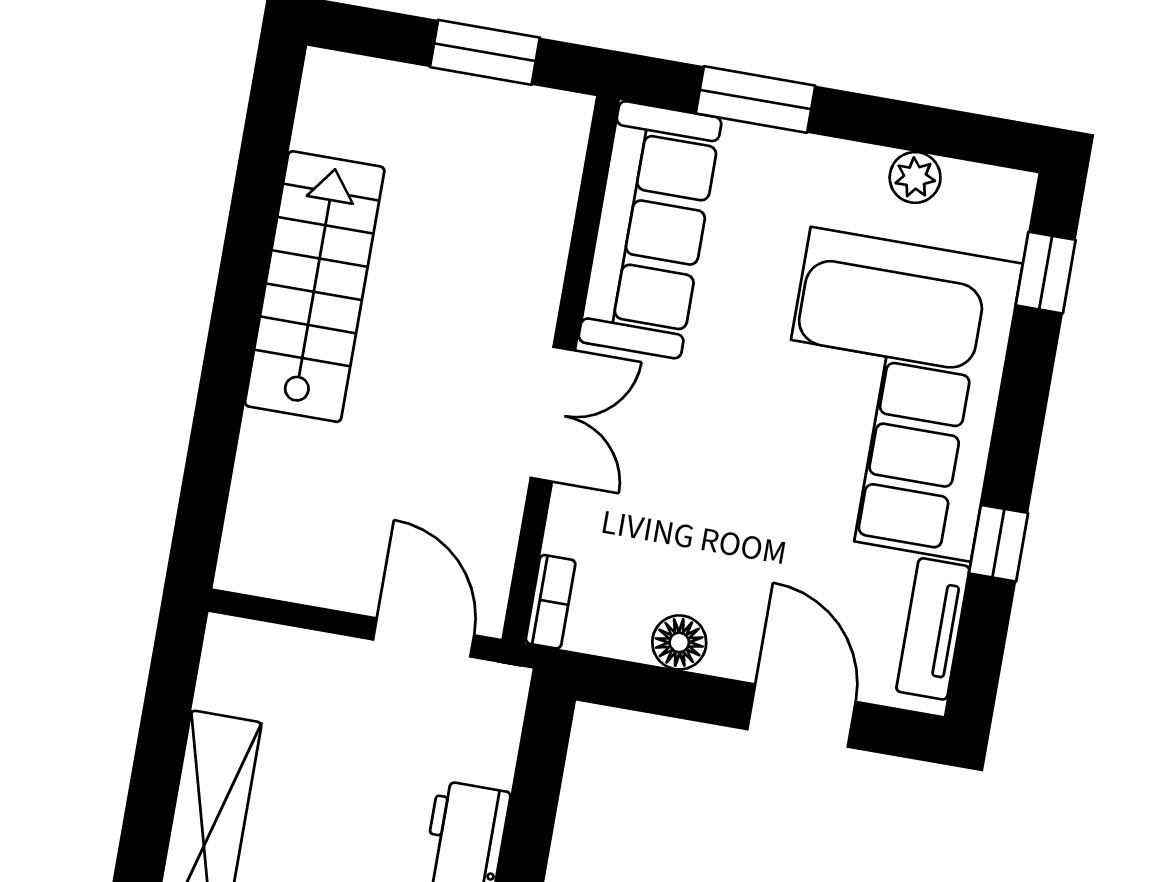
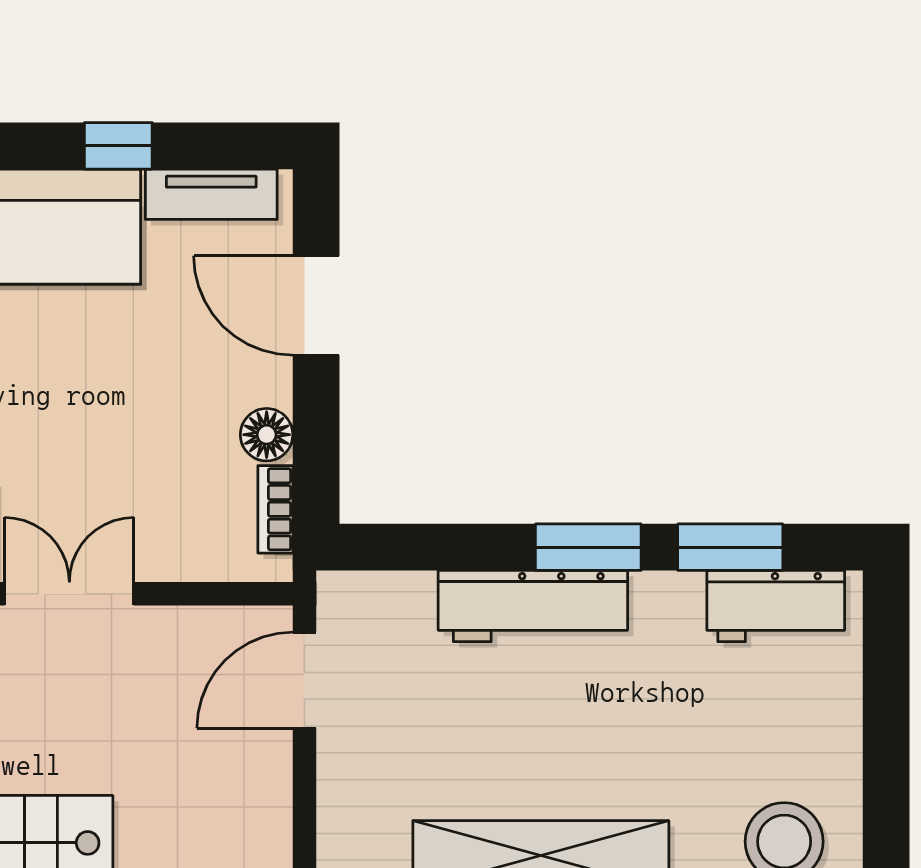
bookcase: (551, 602) -> (275, 509), moved, turned -90
door: (801, 715) -> (316, 306), hinge flipped

